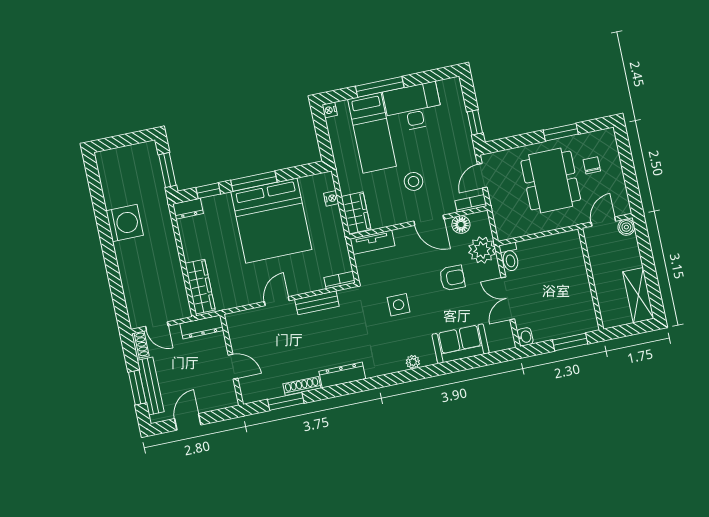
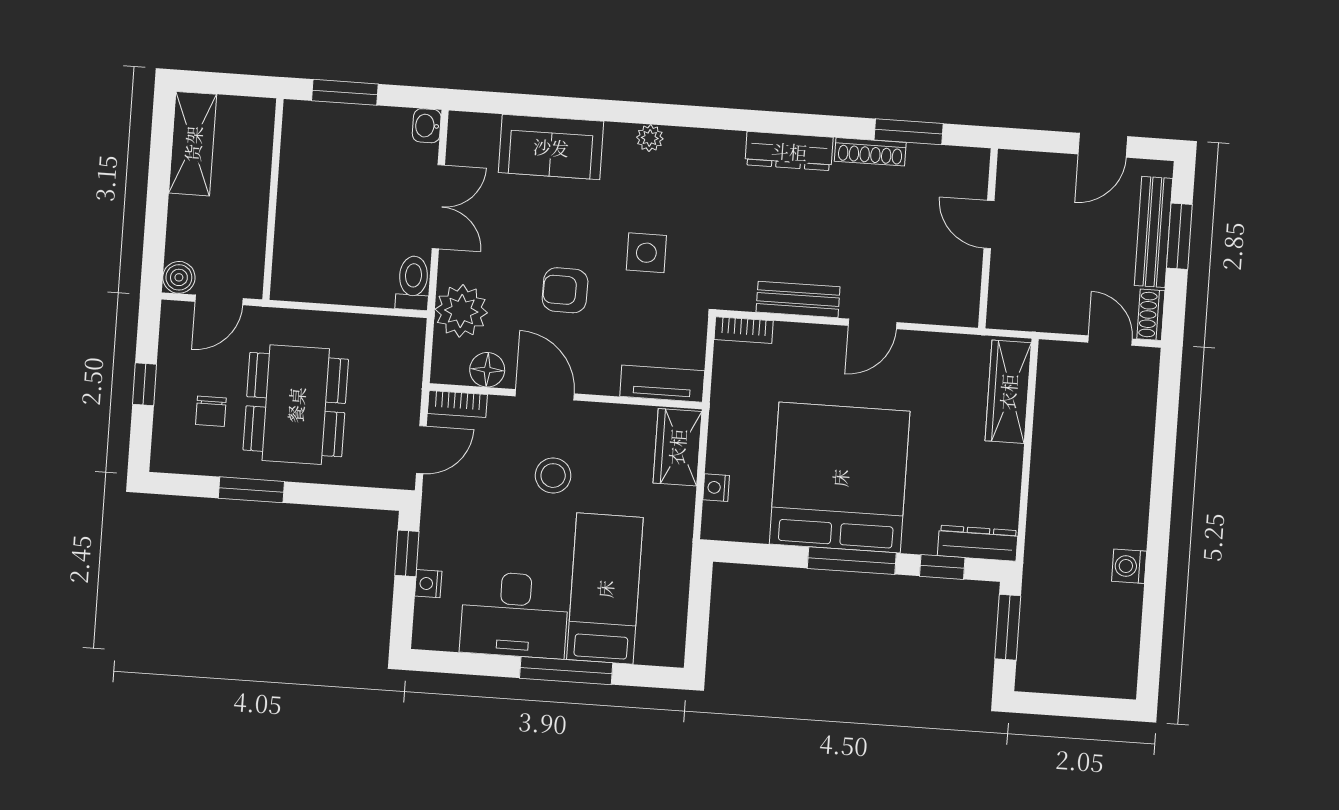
nightstand: (330, 110) -> (428, 584), moved, turned 180
window: (628, 169) -> (145, 384), added
dresser: (188, 209) -> (978, 543), width x1.44
washing machine: (125, 223) -> (1129, 566), width x0.53, depth x0.53
armchair: (452, 278) -> (565, 290), moved
dresser: (202, 327) -> (1027, 315), removed

